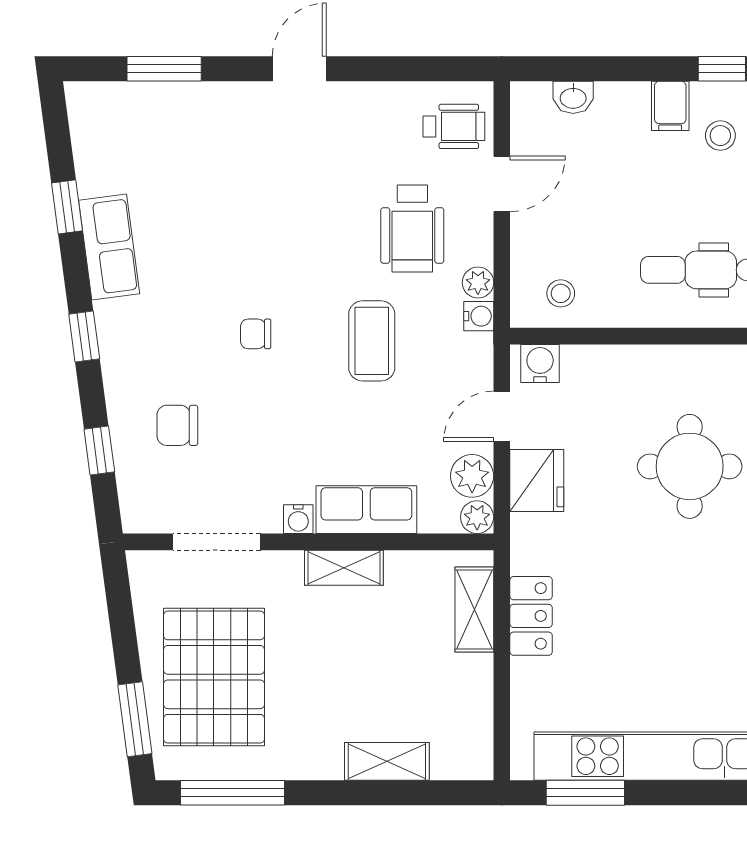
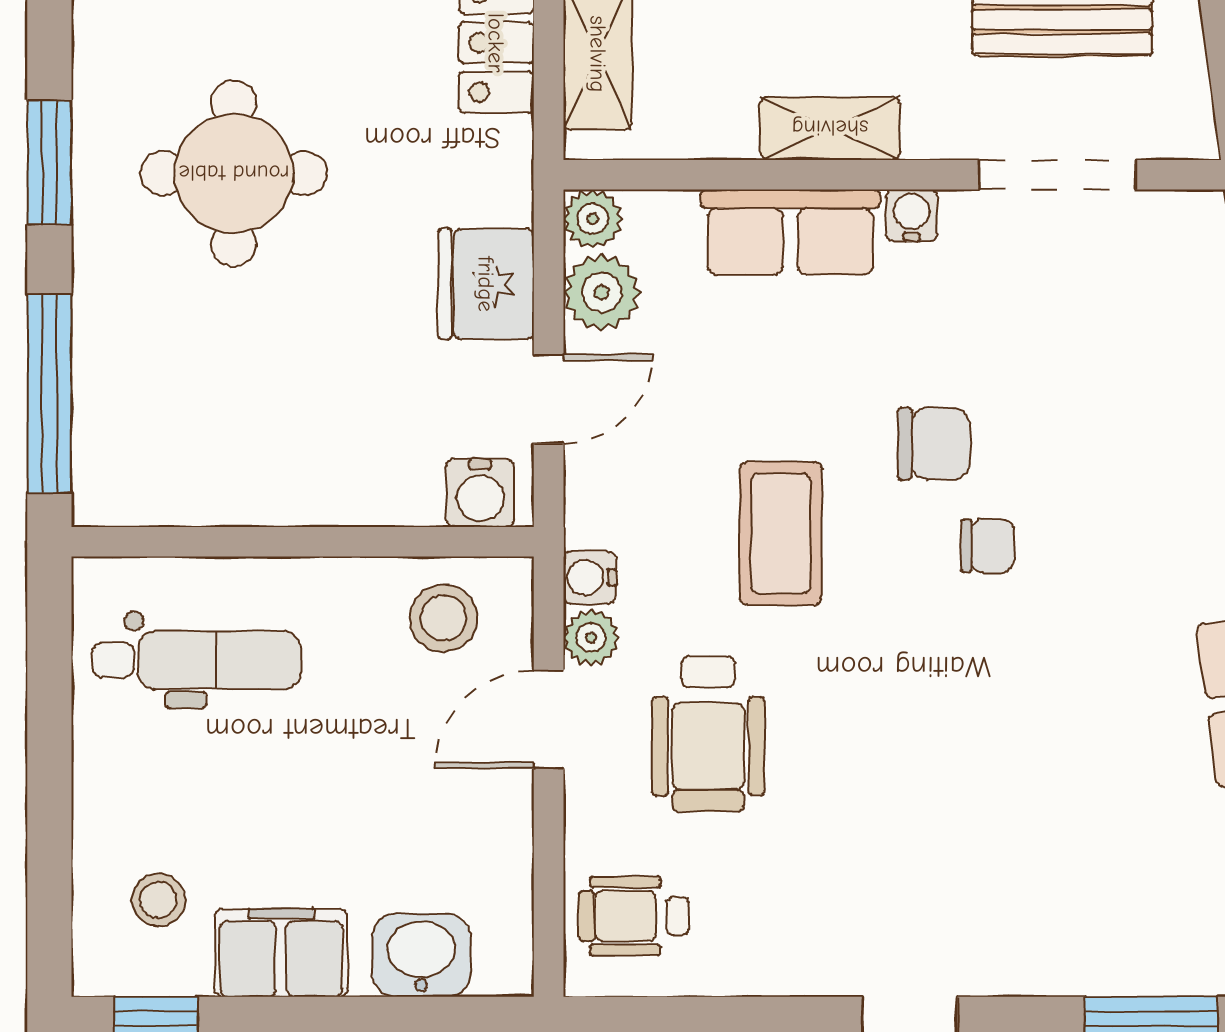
washbasin: (573, 97) -> (421, 955), width x1.38, depth x1.45
filing cabinet: (670, 106) -> (281, 953), width x2.00
door: (502, 184) -> (549, 719), moved
wheelchair: (412, 229) -> (708, 734), turned 180
stool: (561, 293) -> (443, 618), width x1.37, depth x1.37
chair: (177, 425) -> (934, 444), moved
round table: (690, 466) -> (234, 173), moved

